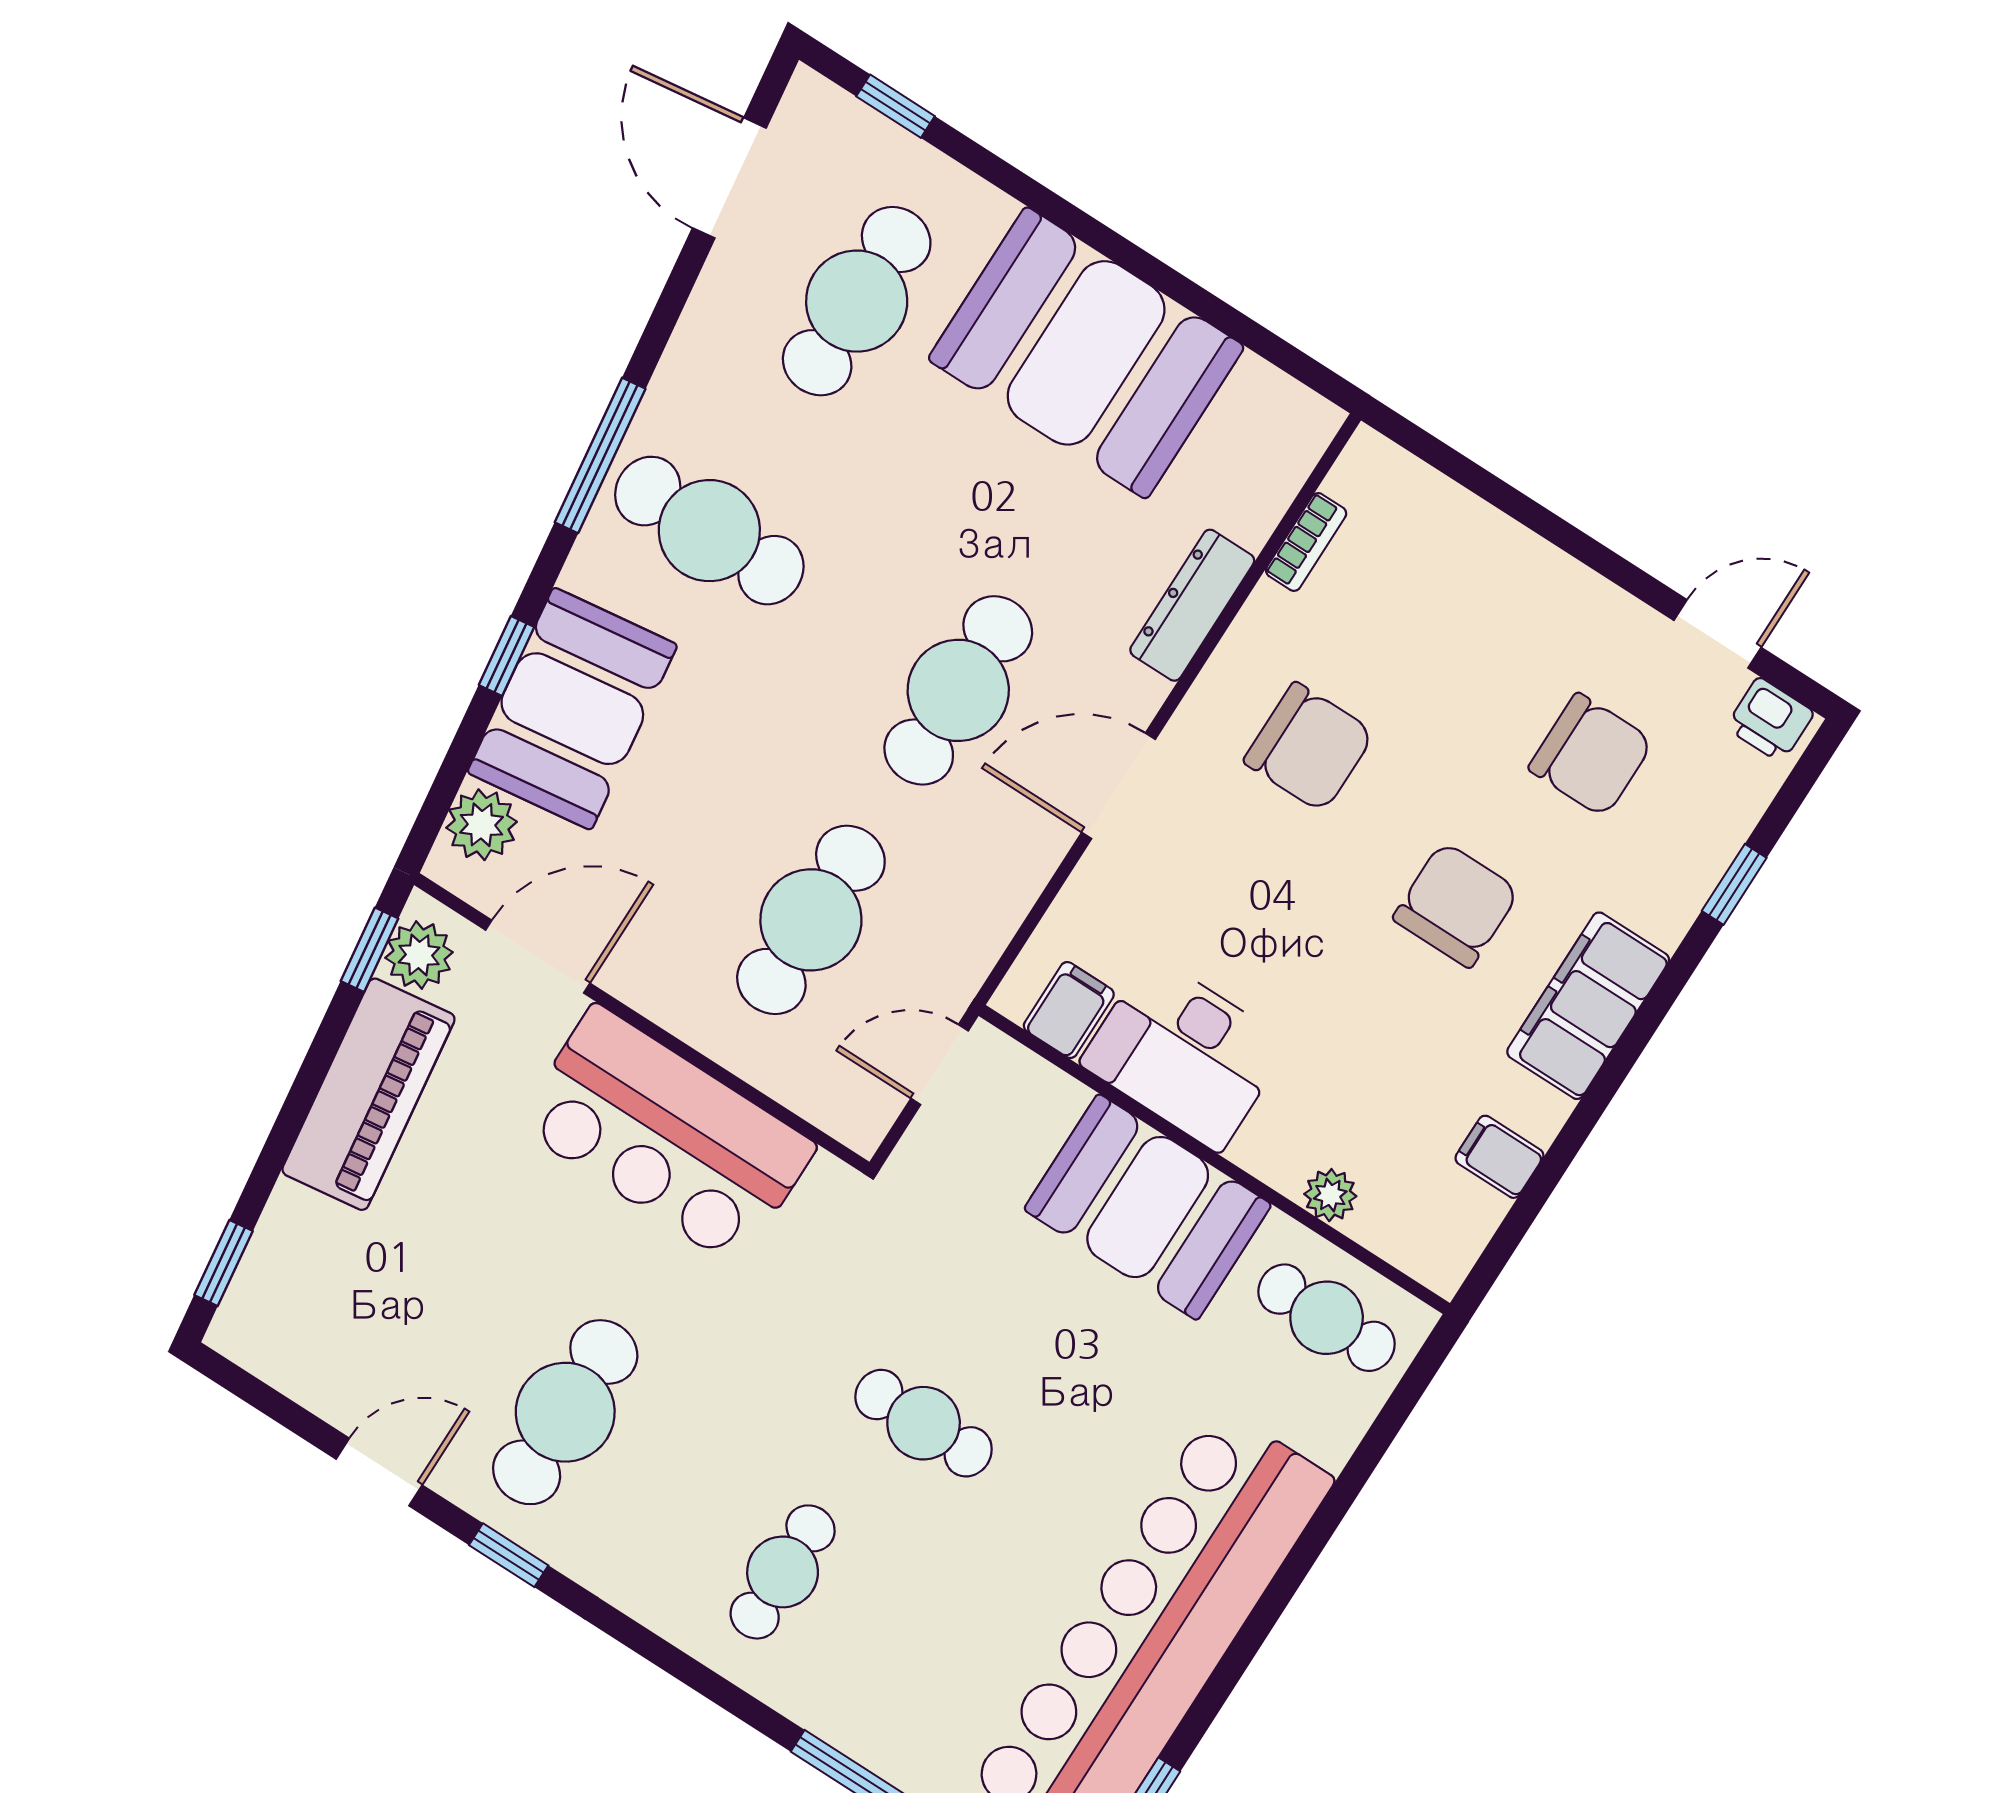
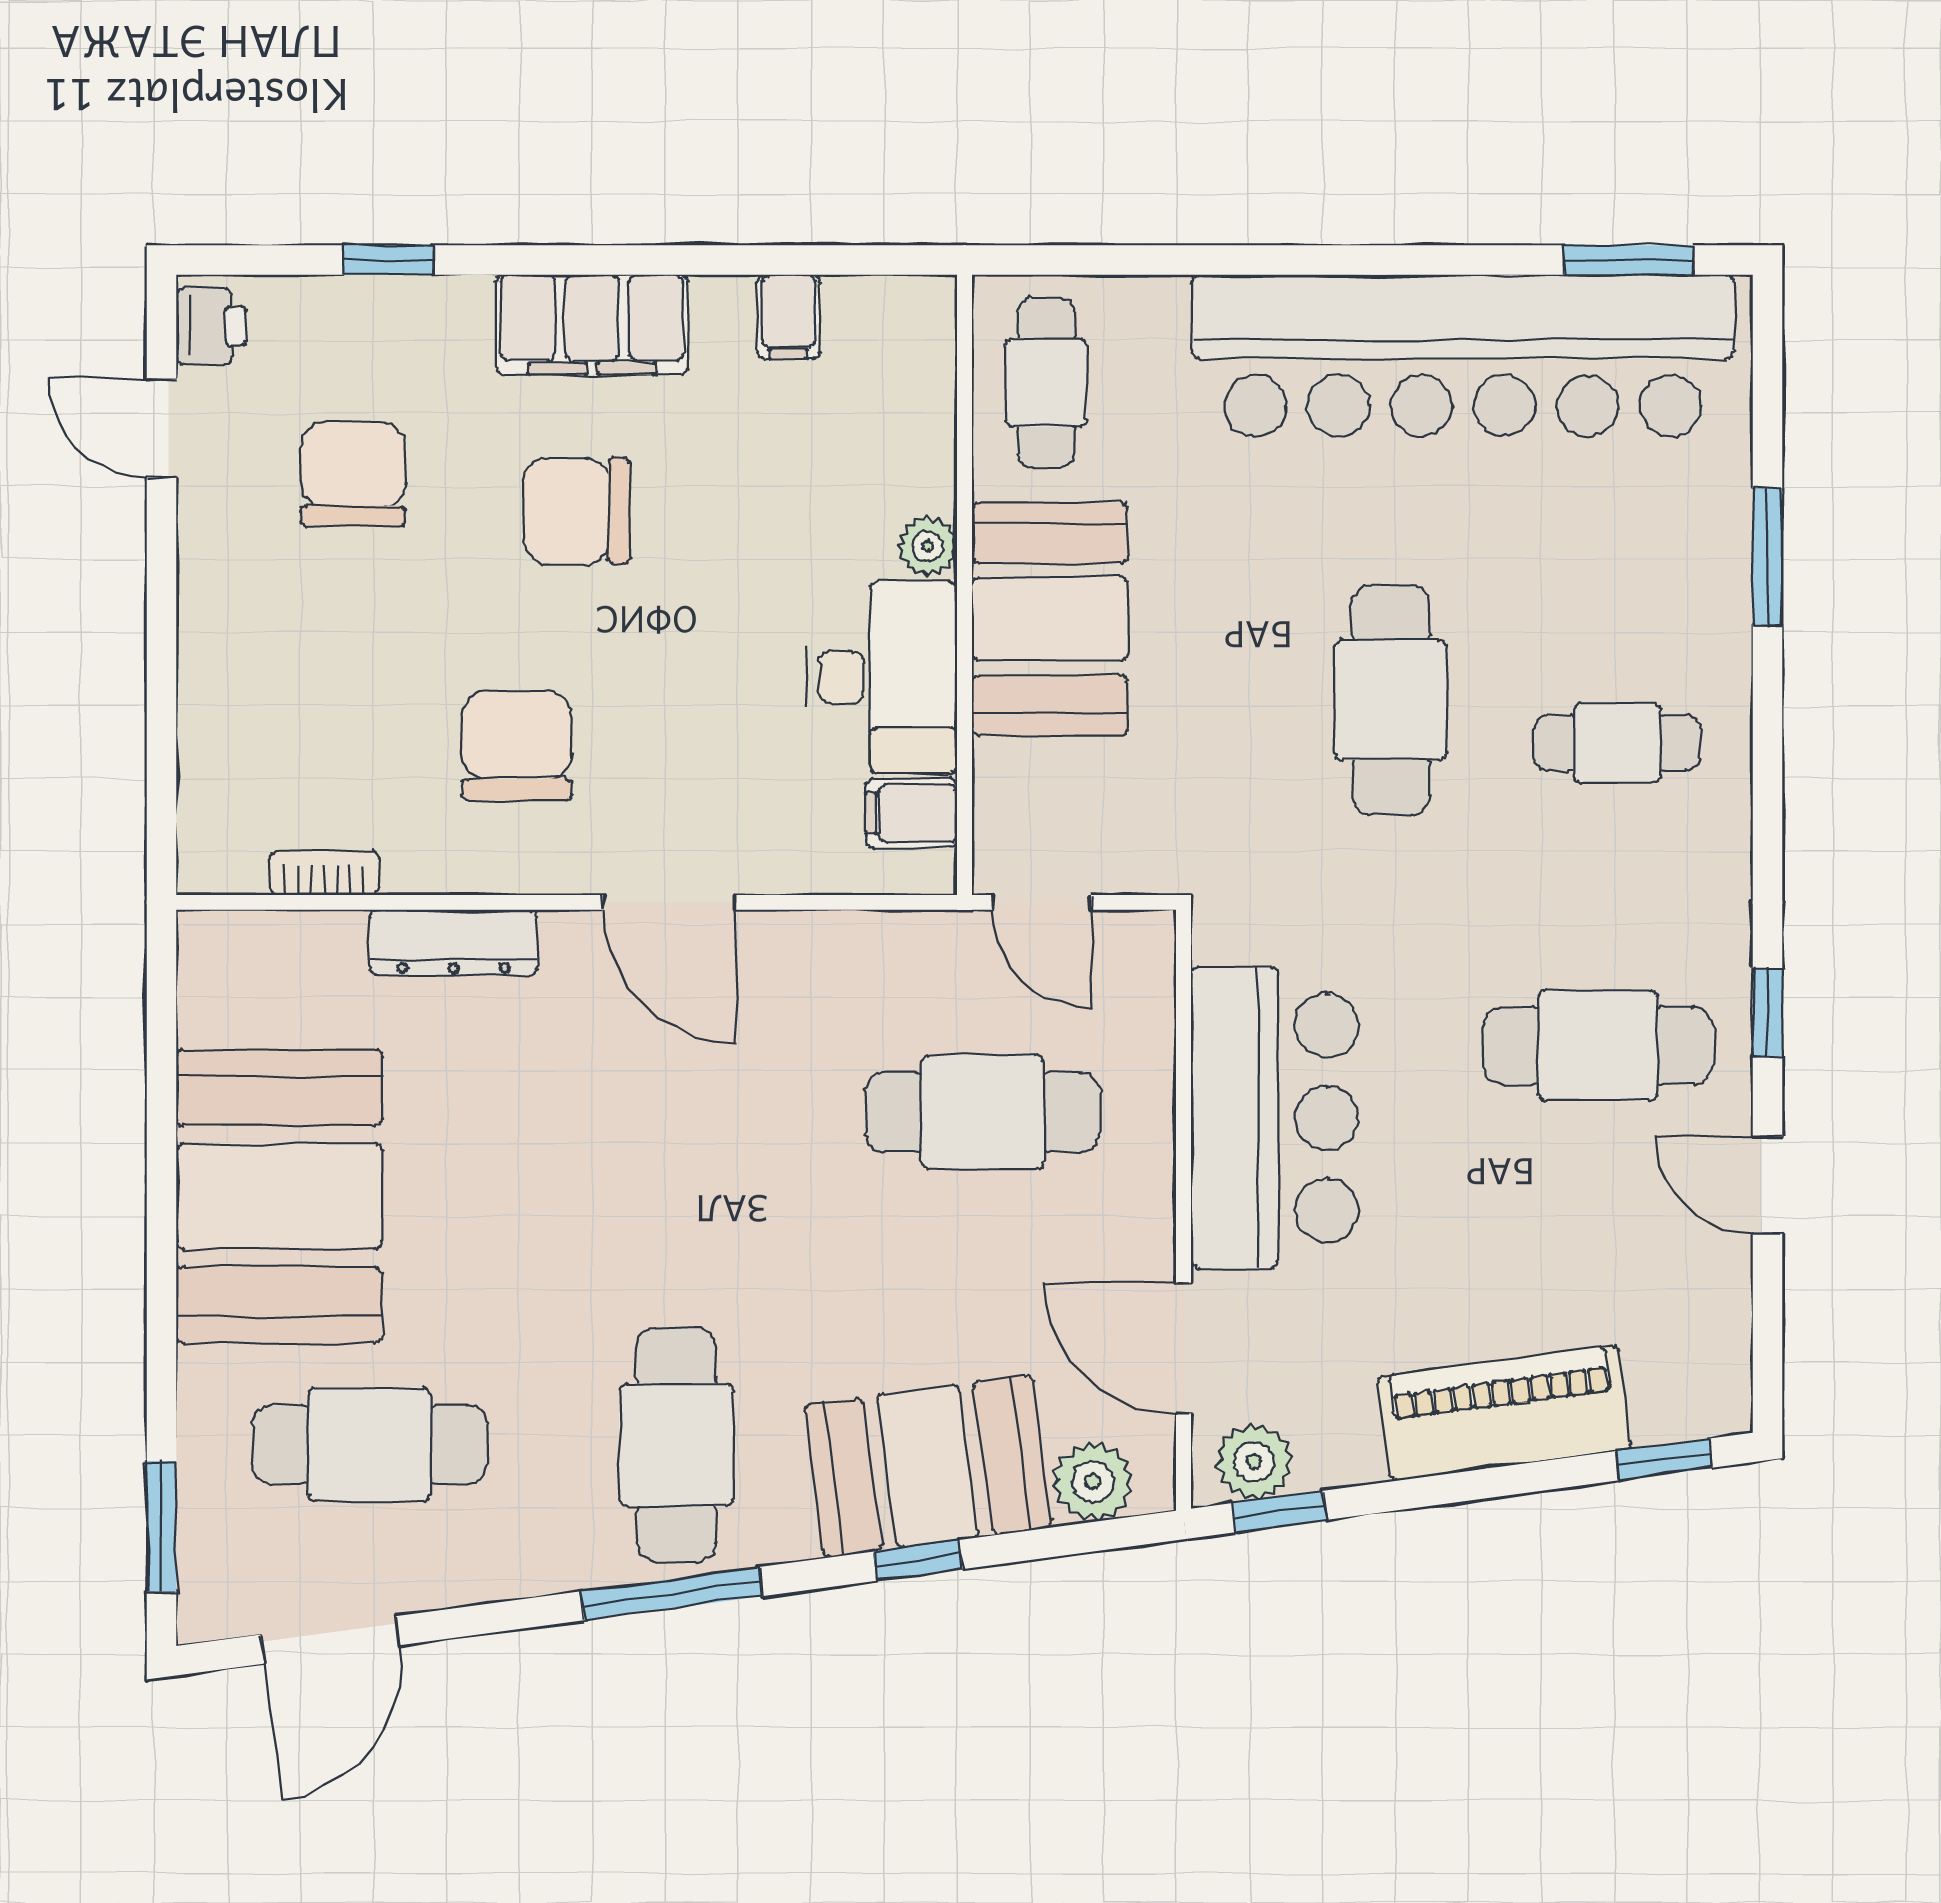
window: (895, 106) -> (161, 1526), width x1.50
cafe table: (958, 690) -> (676, 1112), removed
piano: (368, 1094) -> (1504, 1413), moved
plant: (1330, 1195) -> (928, 546), moved
cafe table: (924, 1423) -> (1391, 700), width x1.37, depth x1.35

